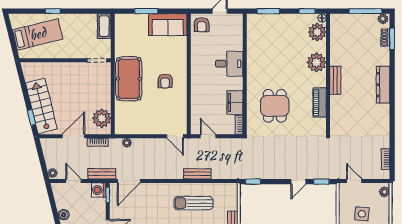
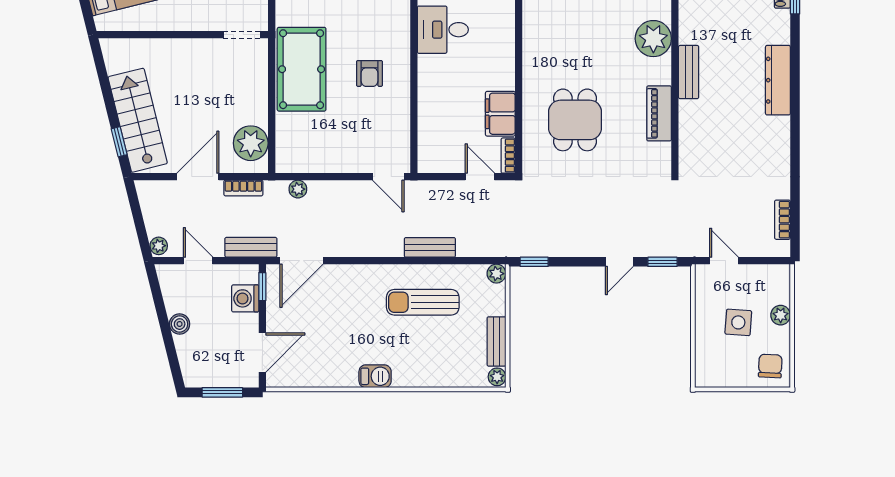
desk: (229, 64) -> (443, 30), moved, turned 180
door: (208, 136) -> (480, 177), moved
plant: (233, 188) -> (496, 274), added
washing machine: (99, 190) -> (245, 298), moved
plant: (384, 192) -> (781, 315), moved

